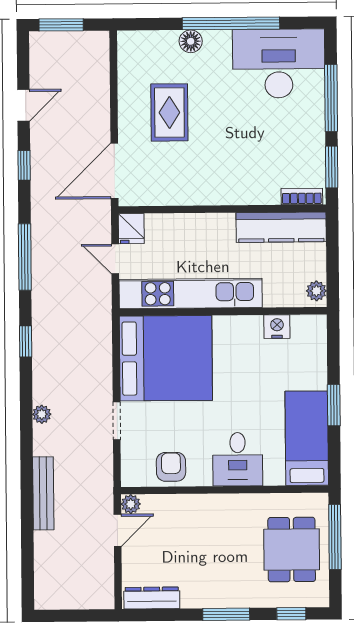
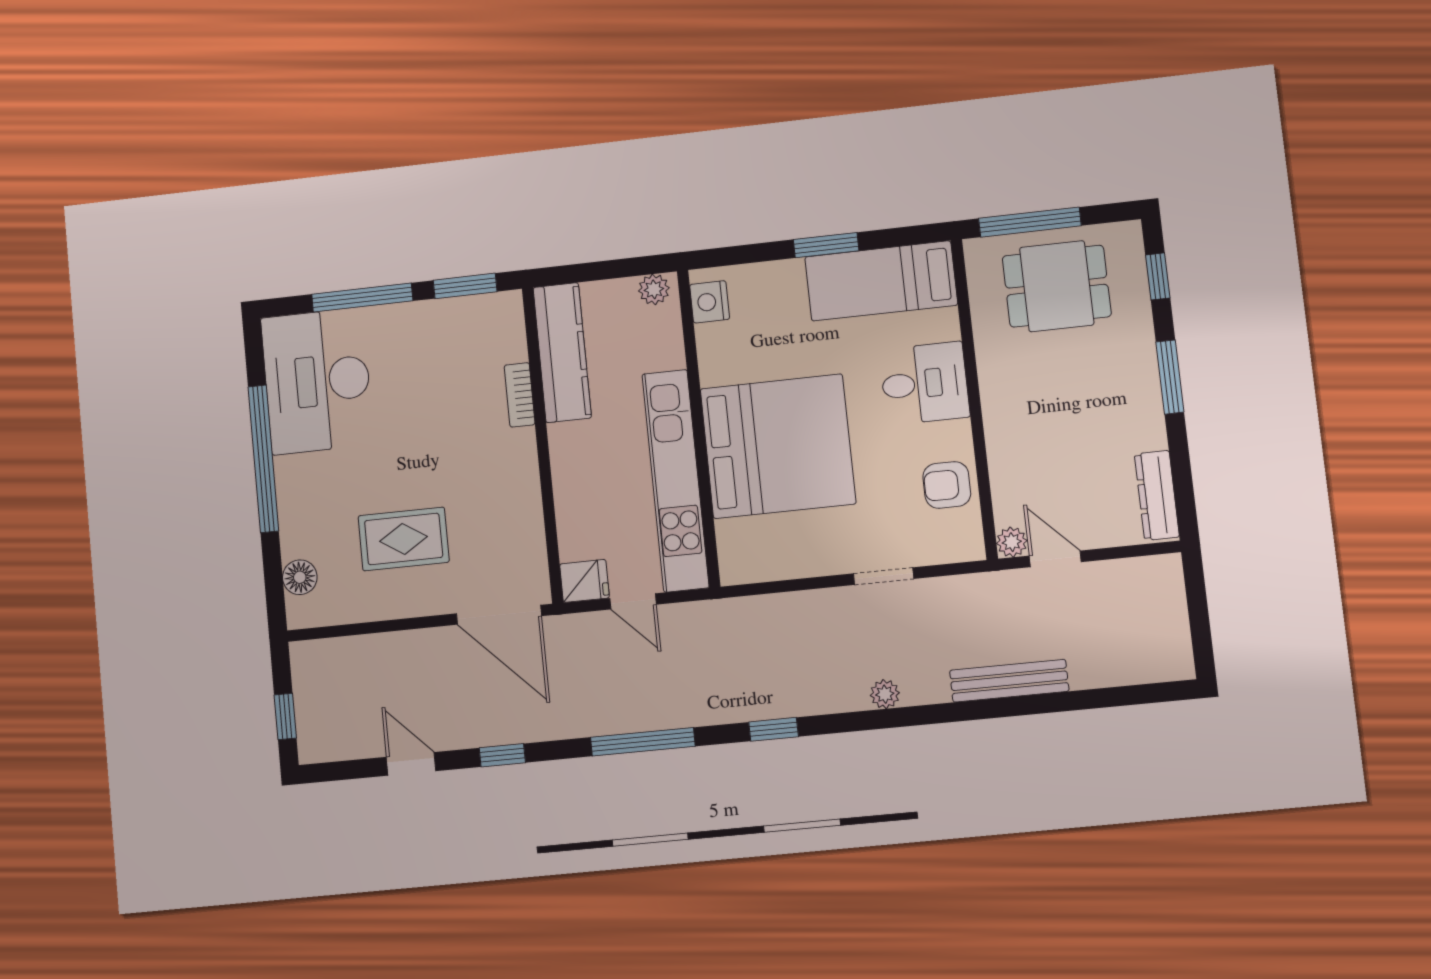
window: (61, 25) -> (285, 717), width x0.67
floor lamp: (191, 41) -> (300, 577), moved
bookcase: (302, 196) -> (520, 395), moved
door: (115, 259) -> (633, 601), hinge flipped
nightstand: (277, 327) -> (710, 302), moved
bed: (166, 358) -> (778, 446), moved, turned 90

